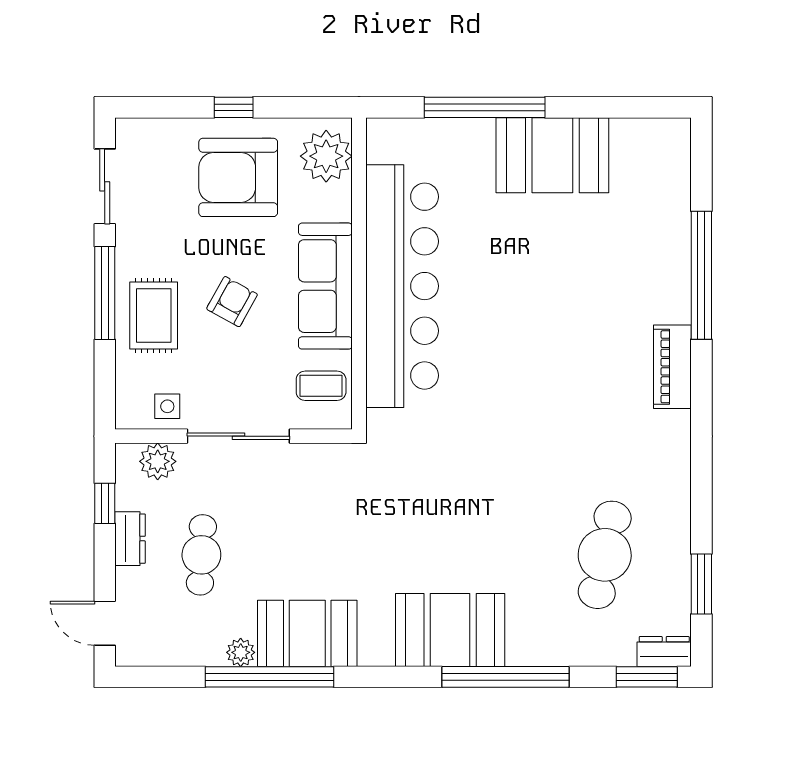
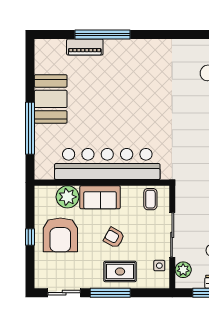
plant: (326, 156) -> (68, 197), moved
sofa: (325, 286) -> (100, 197), width x0.73
piano: (672, 367) -> (85, 47), moved

